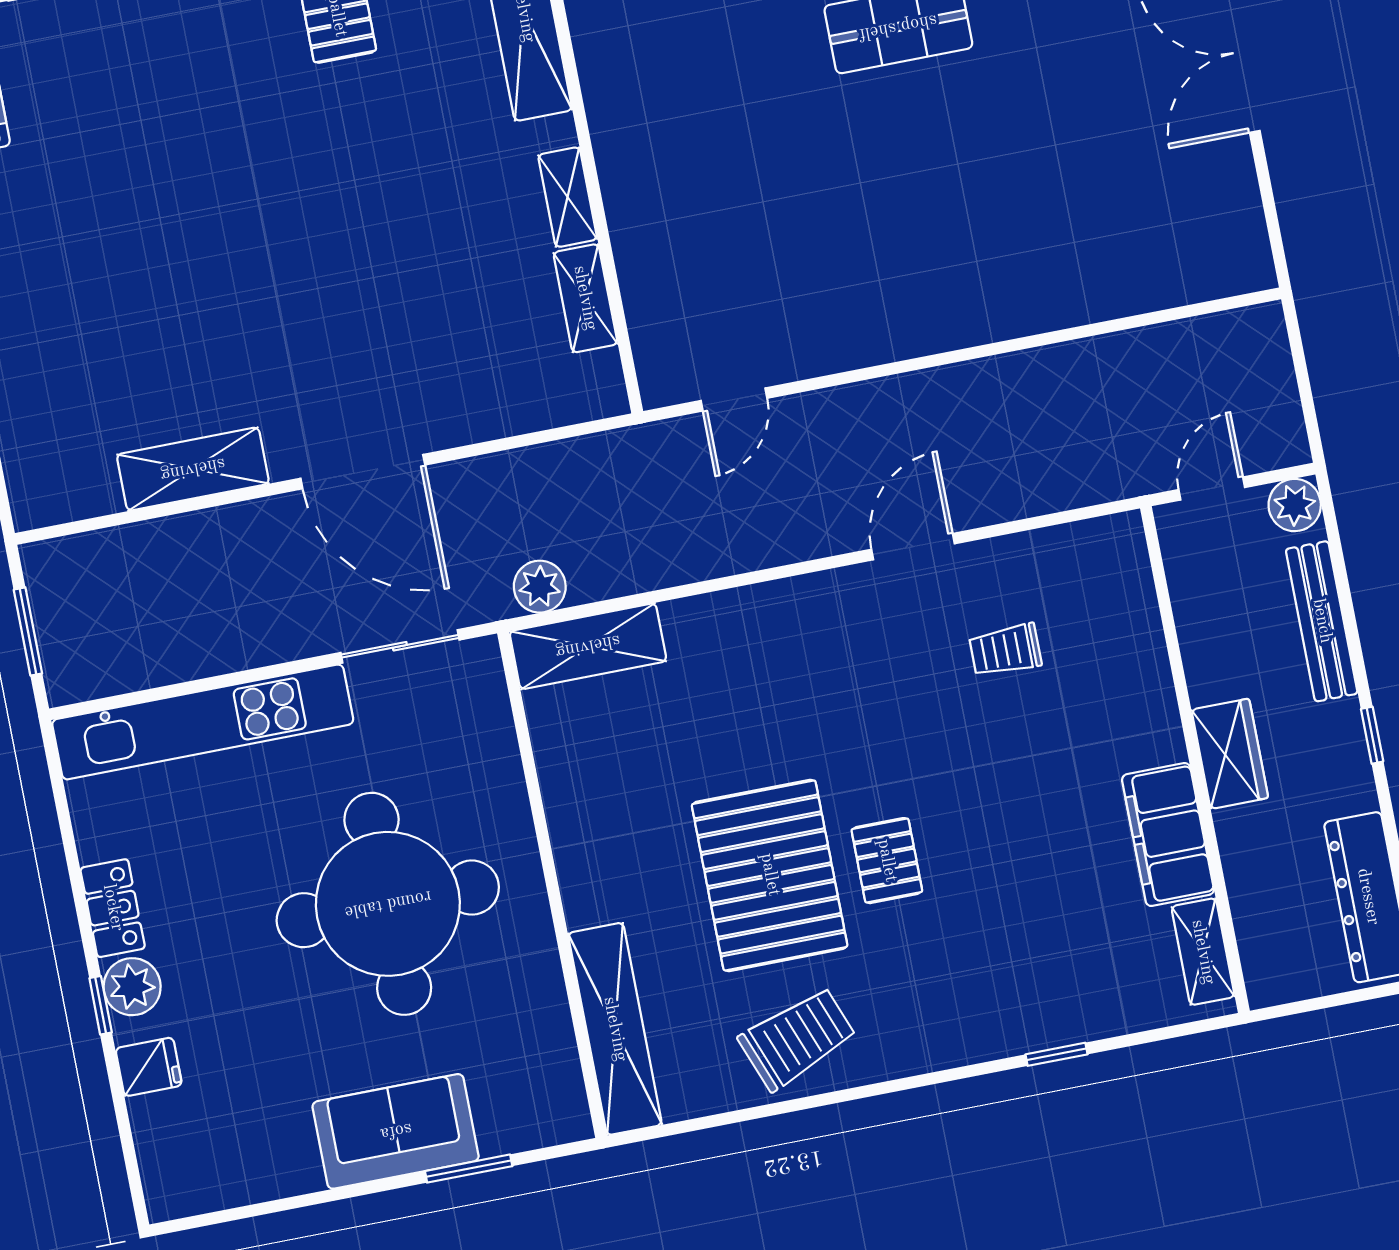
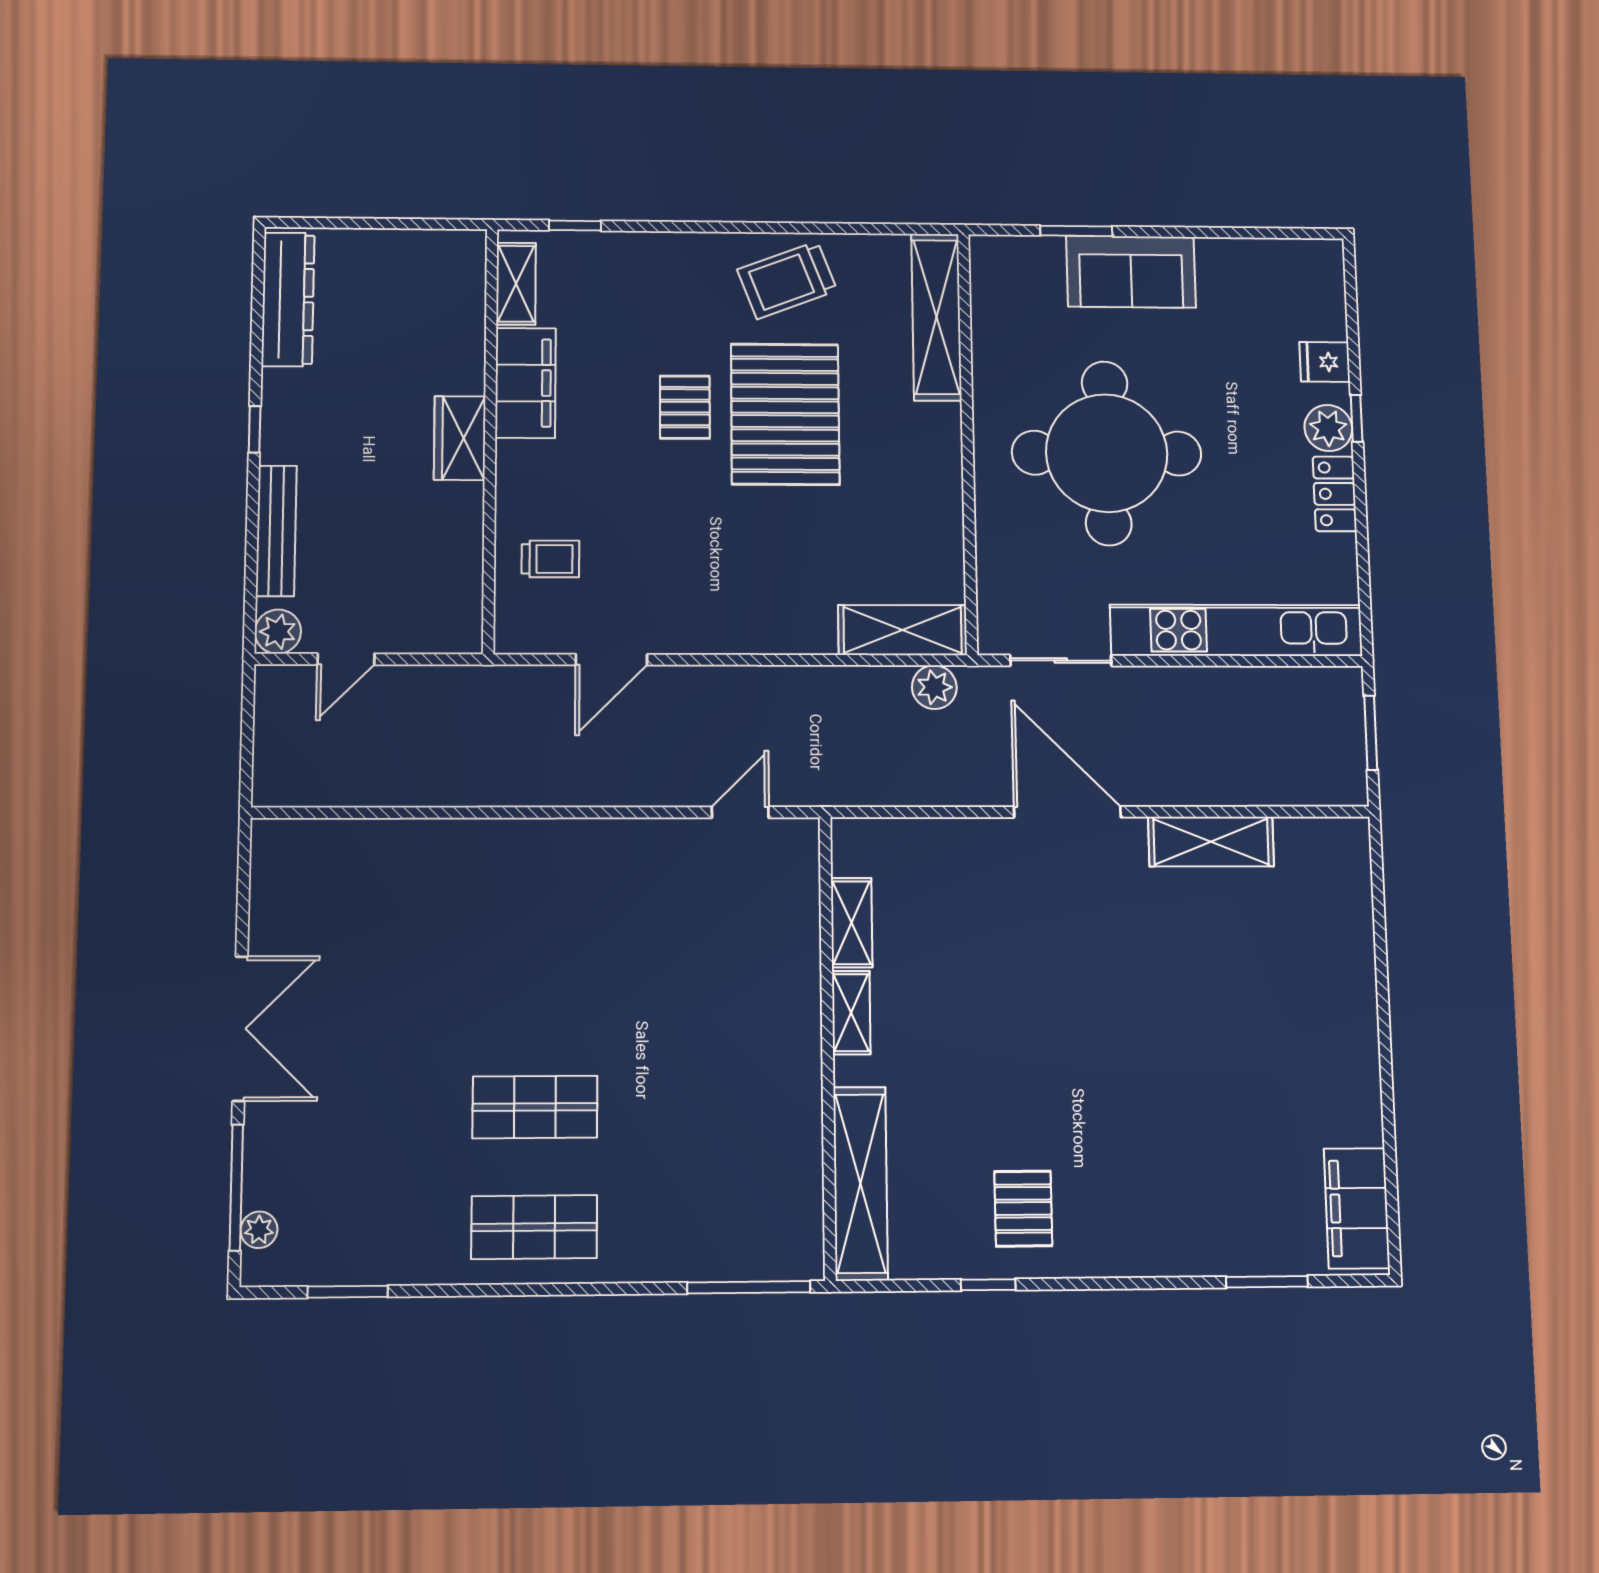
wardrobe: (1230, 754) -> (460, 438), moved
wall: (1195, 760) -> (490, 439), moved
filing cabinet: (1168, 835) -> (526, 383), moved
shelving: (1203, 952) -> (516, 284), moved

